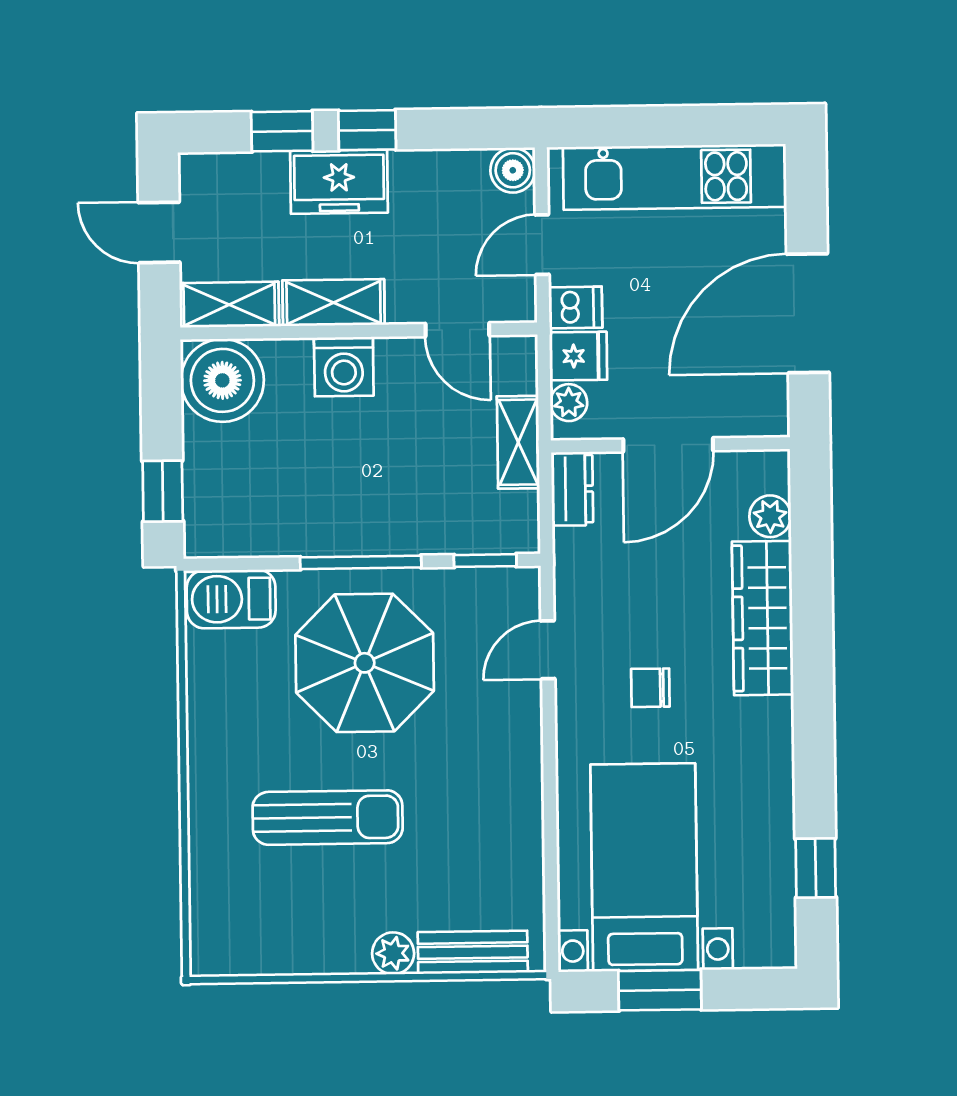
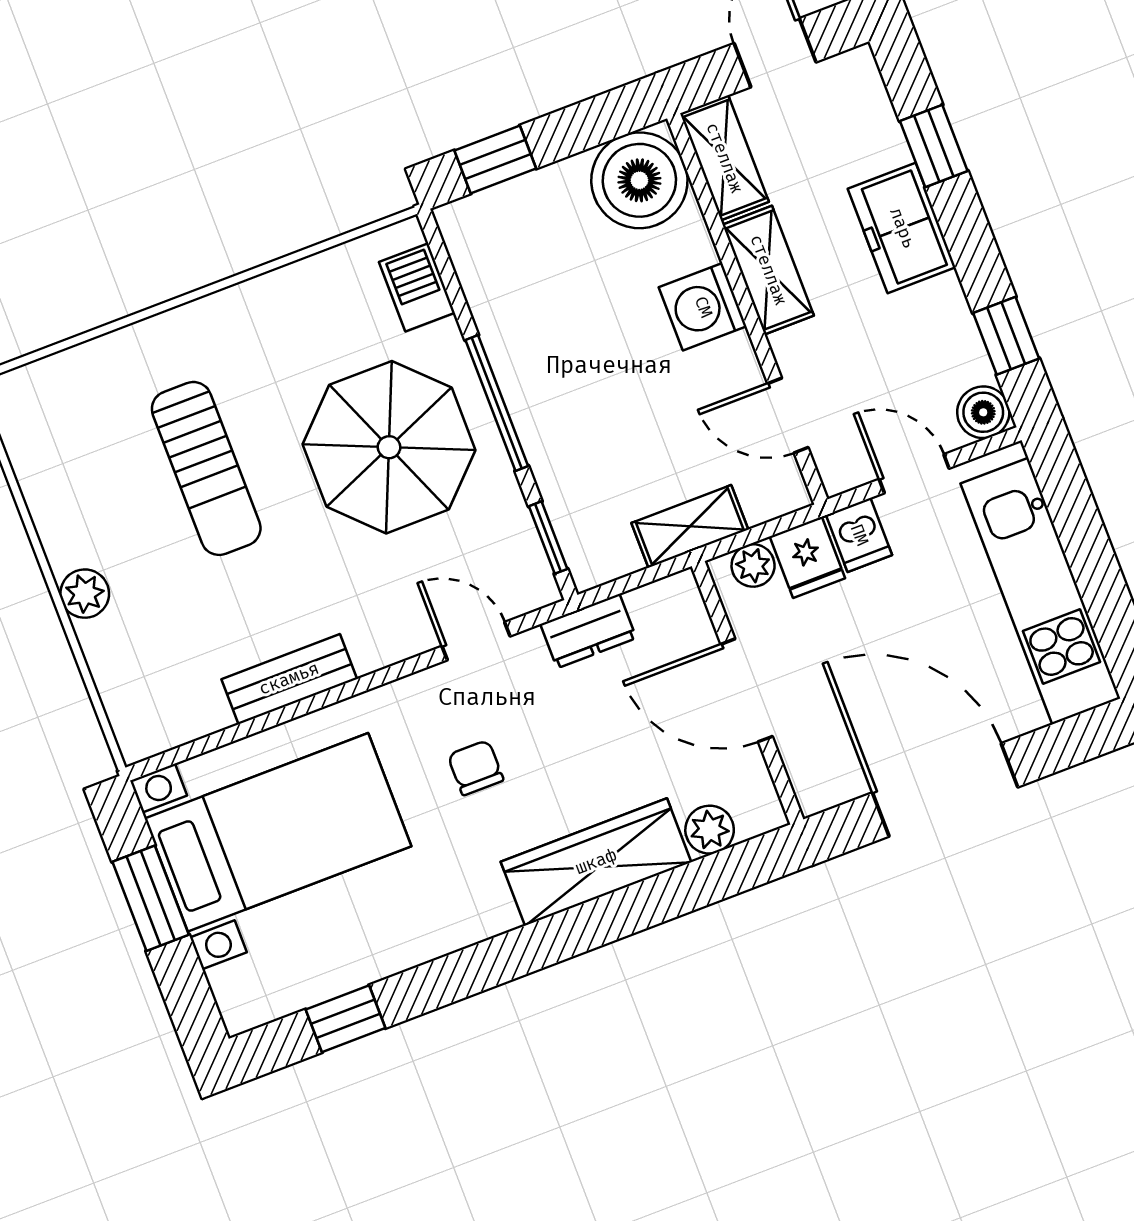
window: (367, 130) -> (1006, 336), moved
door: (457, 330) -> (788, 415), hinge flipped
dresser: (572, 489) -> (588, 631), moved
barbecue: (231, 599) -> (417, 287), width x0.73, depth x0.79
bench: (473, 952) -> (289, 679), moved, turned 90

